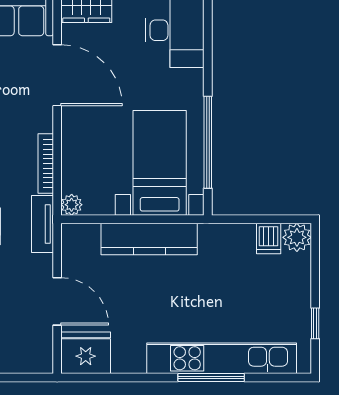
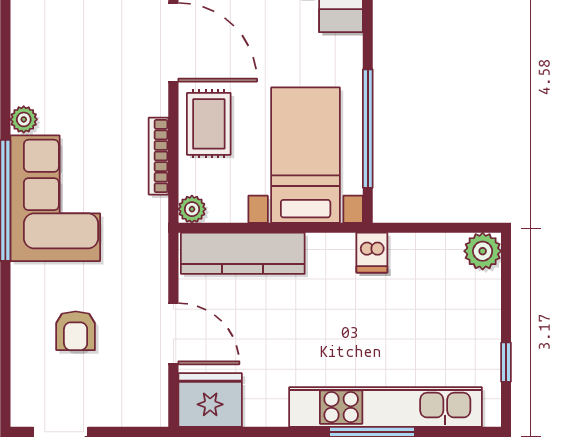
rug: (85, 139) -> (209, 124), added
tv unit: (42, 224) -> (154, 234), removed
dishwasher: (269, 238) -> (372, 253), moved
kitchen counter: (149, 239) -> (243, 253), moved

